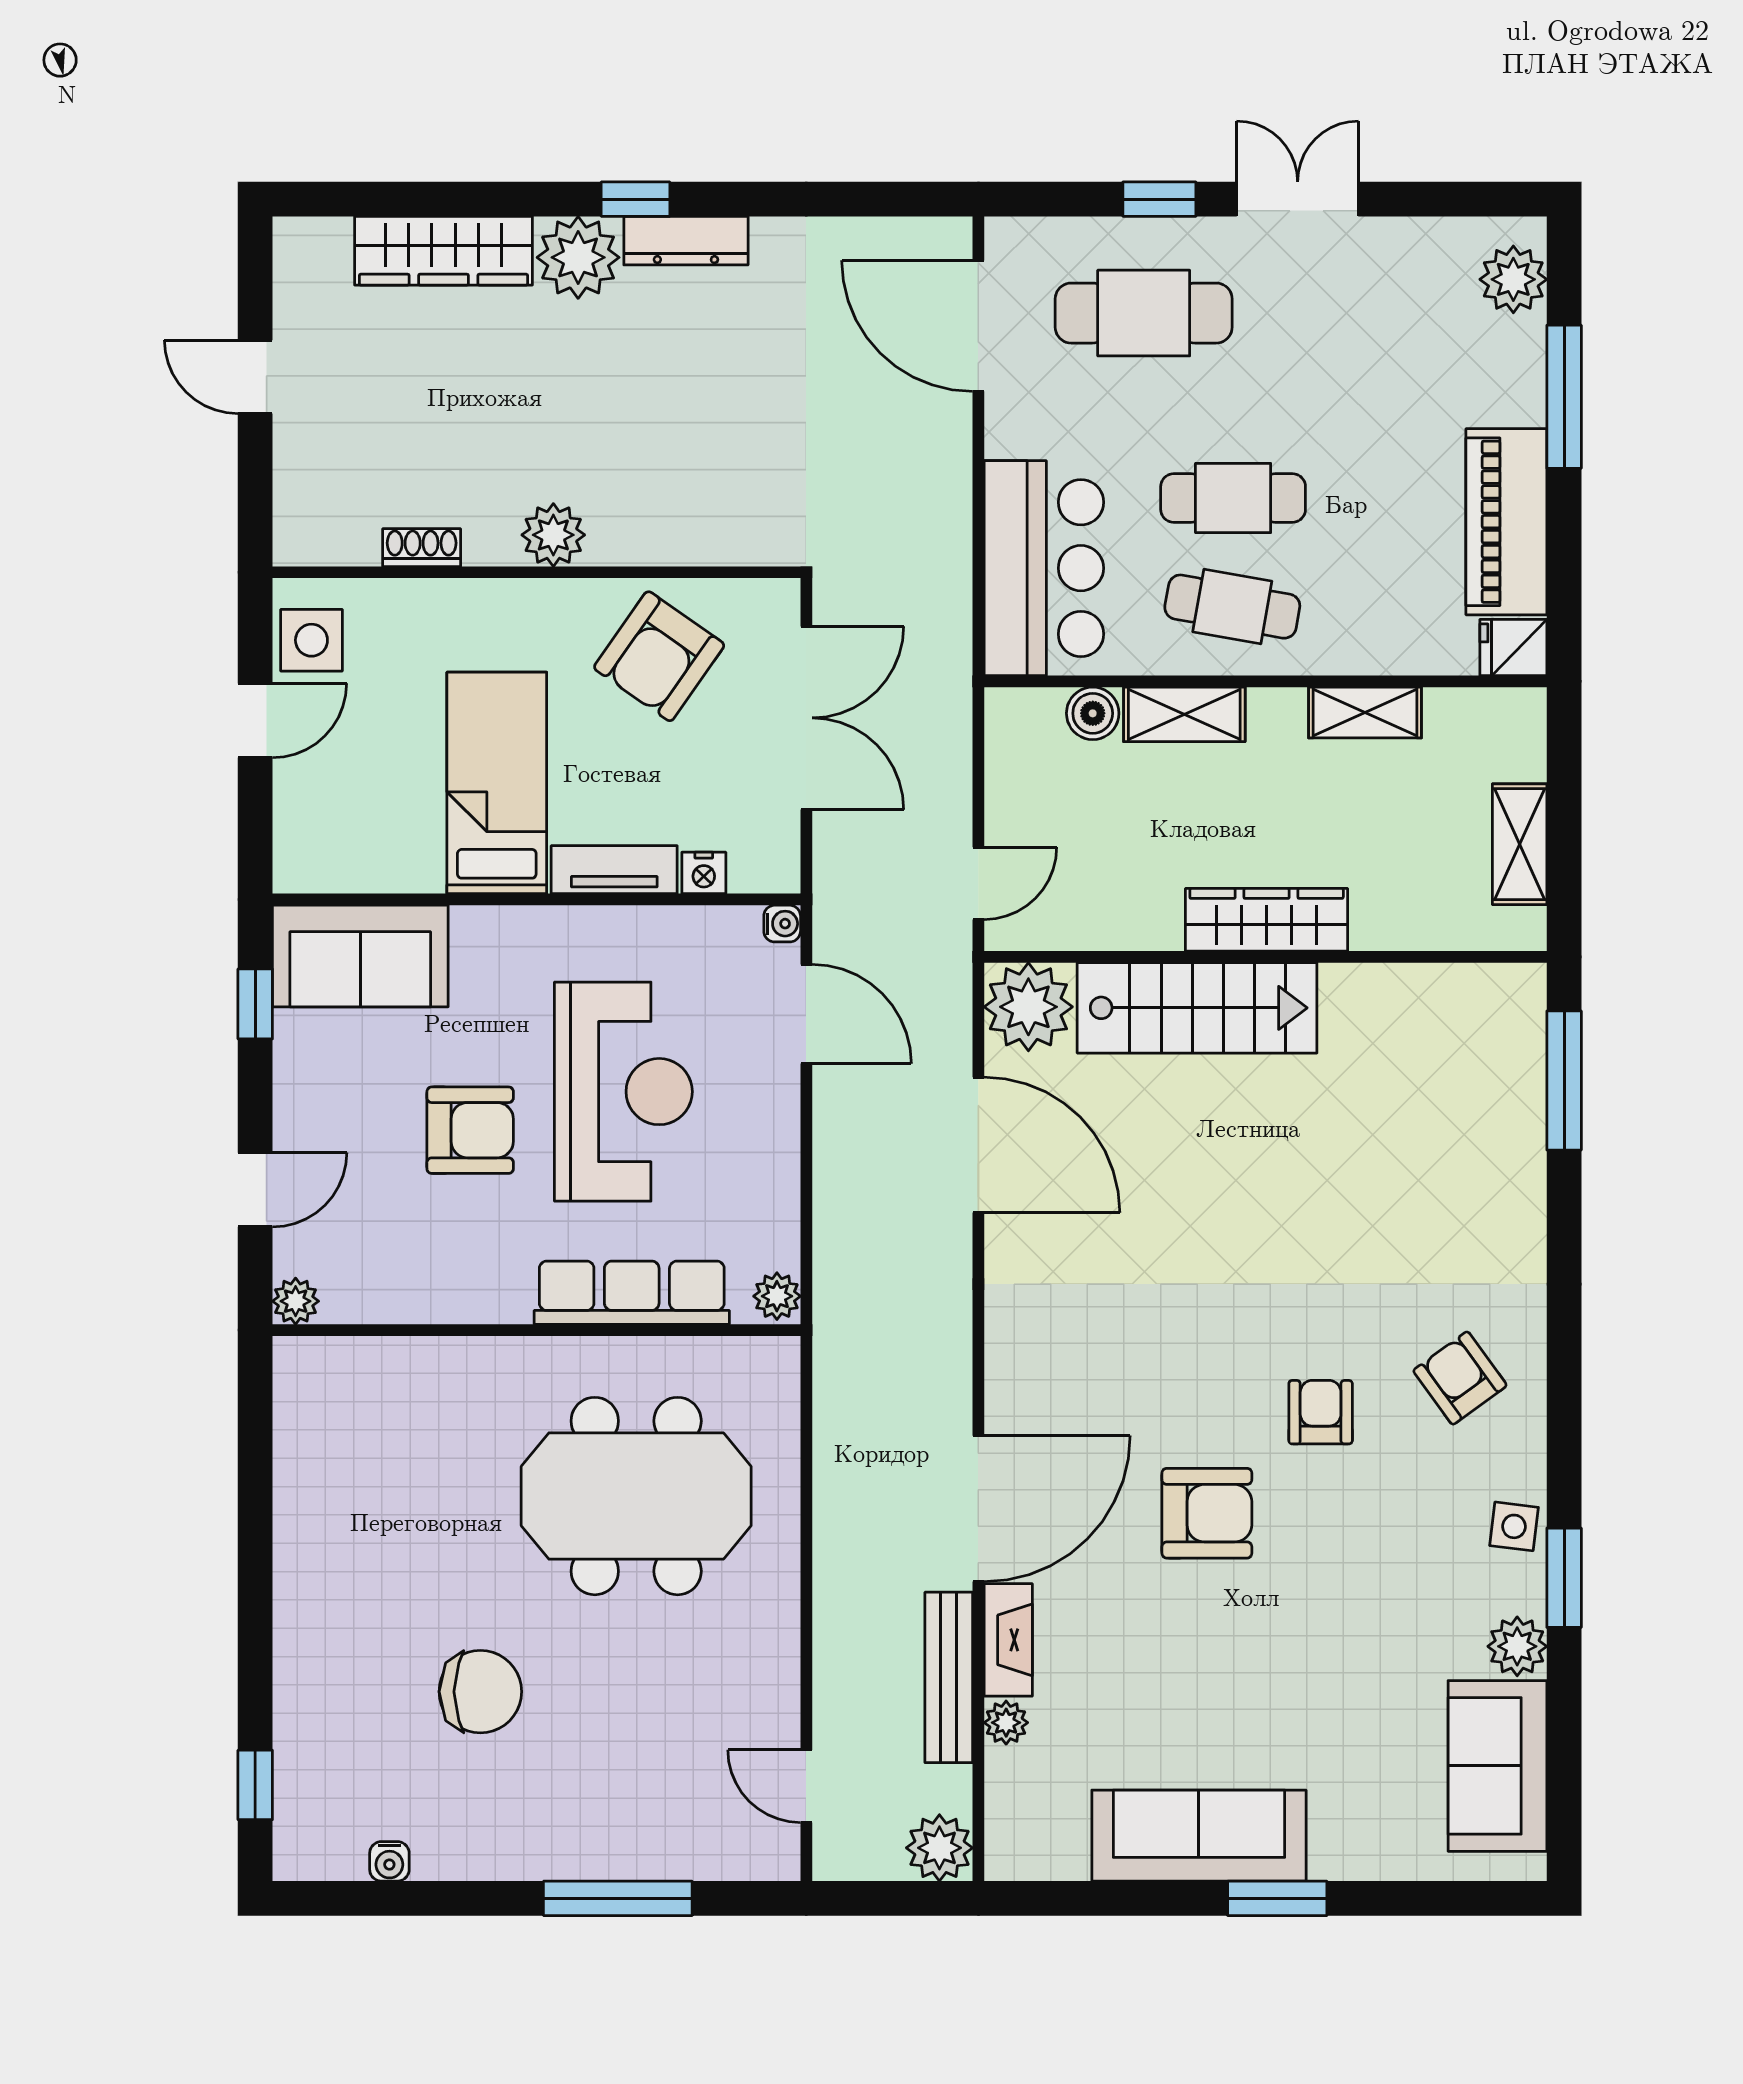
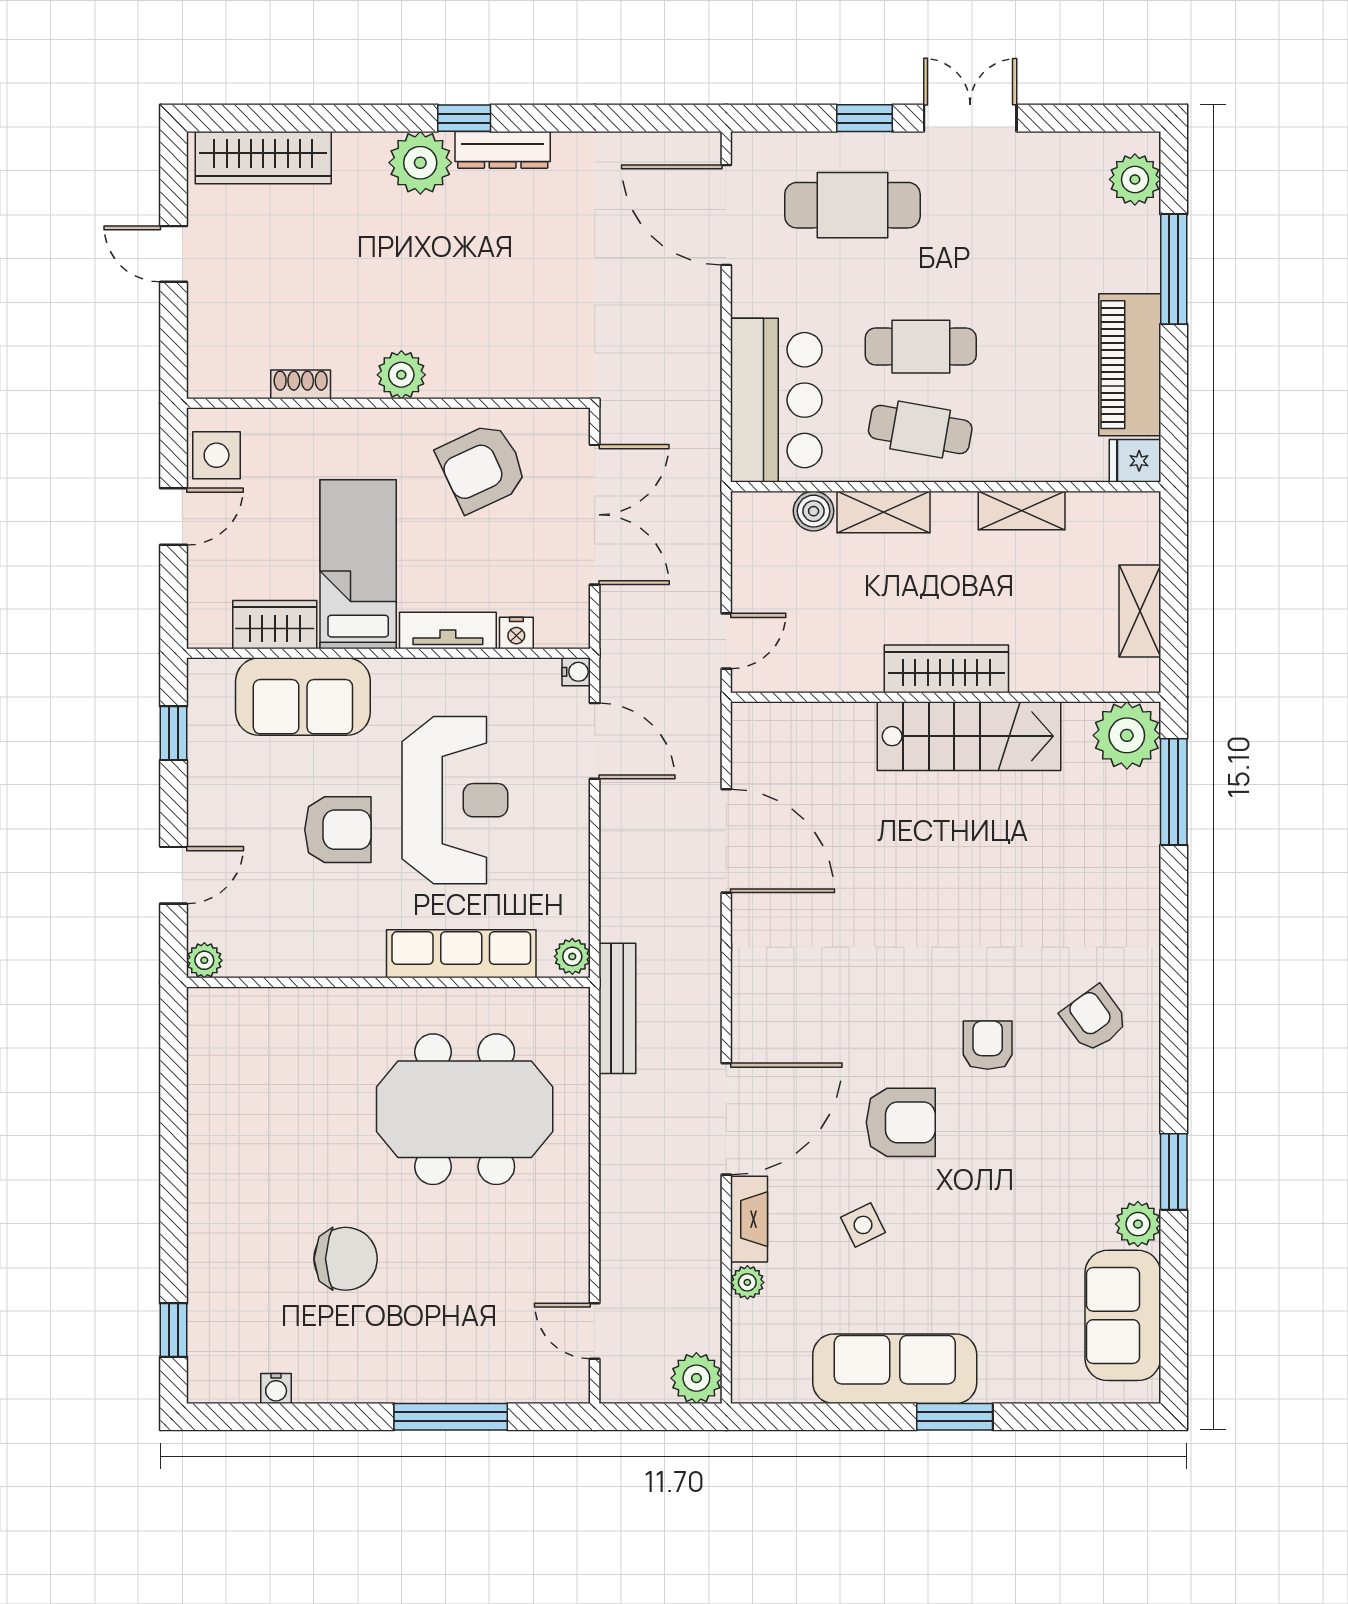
wardrobe: (443, 251) -> (263, 158), moved
armchair: (659, 656) -> (482, 467), turned 30
wardrobe: (388, 862) -> (275, 625), added
sofa: (360, 956) -> (303, 697), moved
plant: (1028, 1007) -> (1127, 735), moved
stairs: (1197, 1008) -> (969, 736), moved
side table: (1514, 1526) -> (863, 1225), moved, turned -33
bench: (949, 1677) -> (617, 1008), moved

